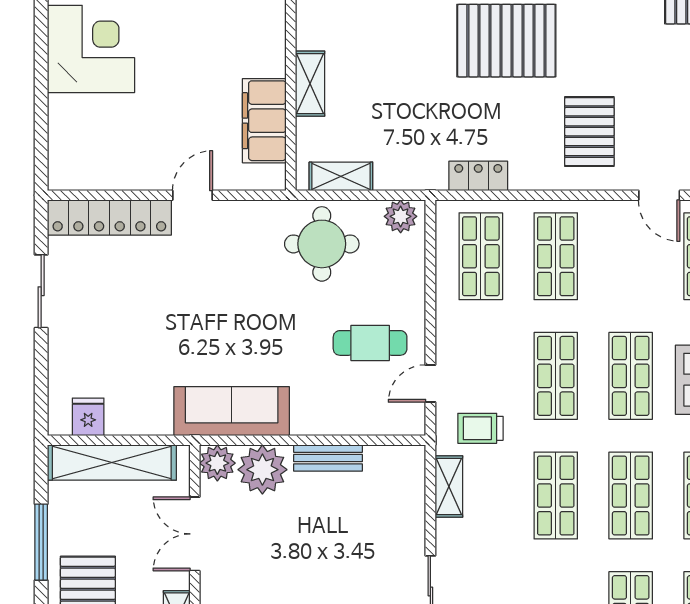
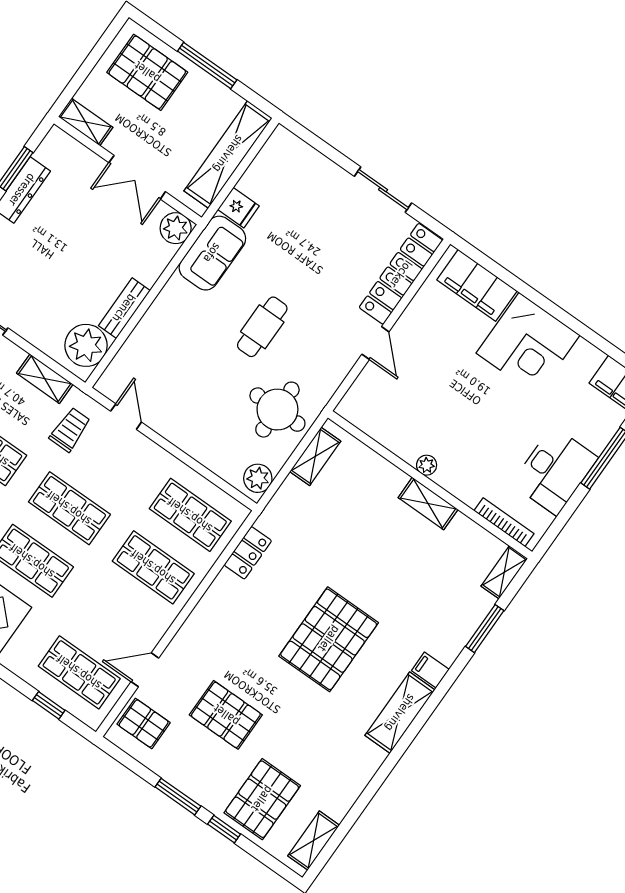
plant: (275, 64) -> (427, 465), added
shelving: (310, 84) -> (428, 504), moved
filing cabinet: (264, 121) -> (477, 285), moved, turned 180
pallet: (589, 132) -> (226, 715), moved
cafe table: (370, 343) -> (262, 327), moved
sofa: (232, 411) -> (212, 253), width x0.73
fridge: (88, 417) -> (238, 208), moved
plant: (262, 470) -> (86, 345), moved
double door: (195, 534) -> (137, 177), swing flipped

